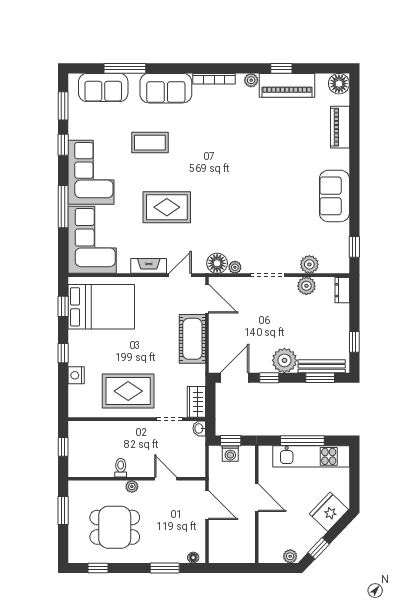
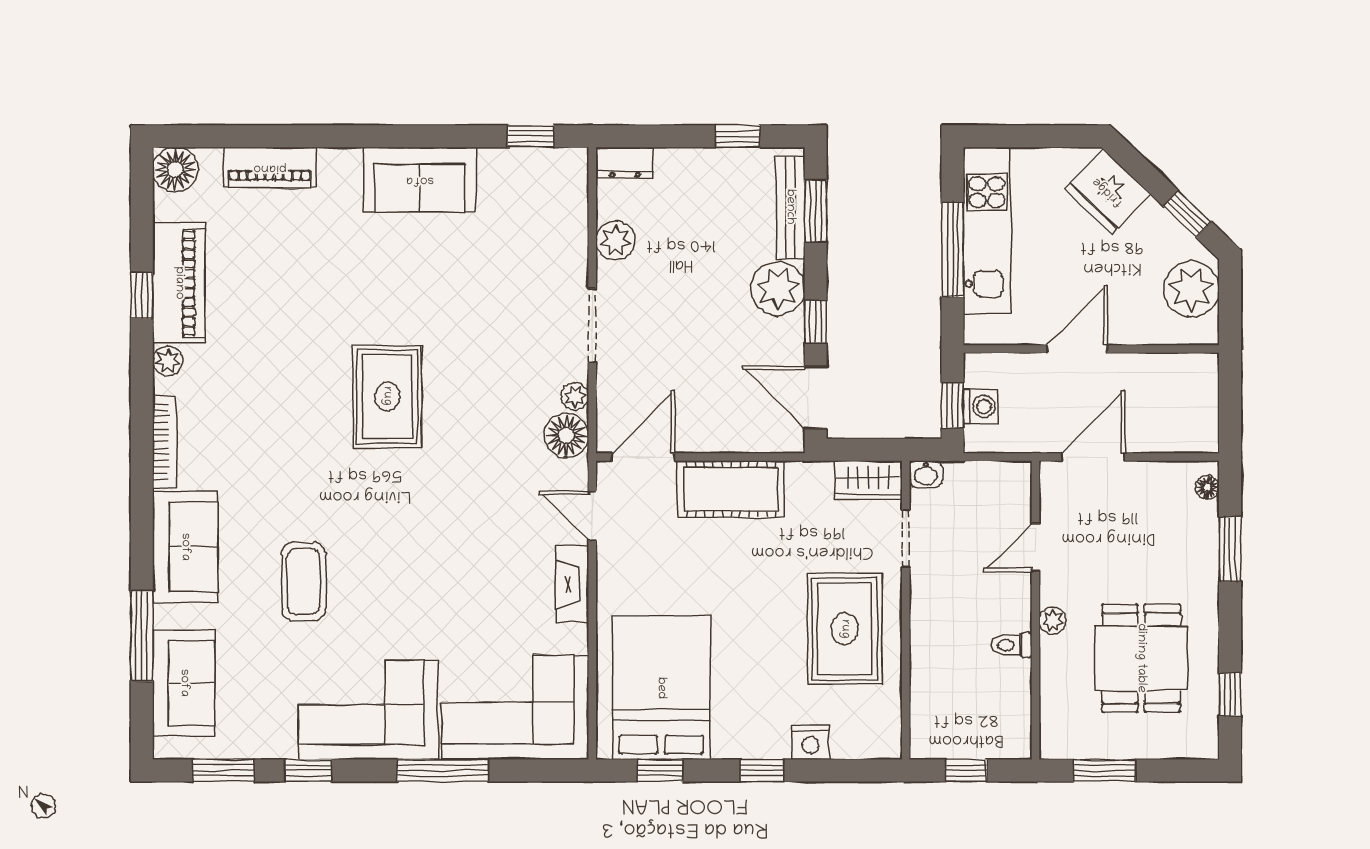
rug: (167, 207) -> (387, 396), moved
plant: (309, 264) -> (569, 234), removed
plant: (290, 556) -> (1191, 289), width x1.87, depth x1.87

